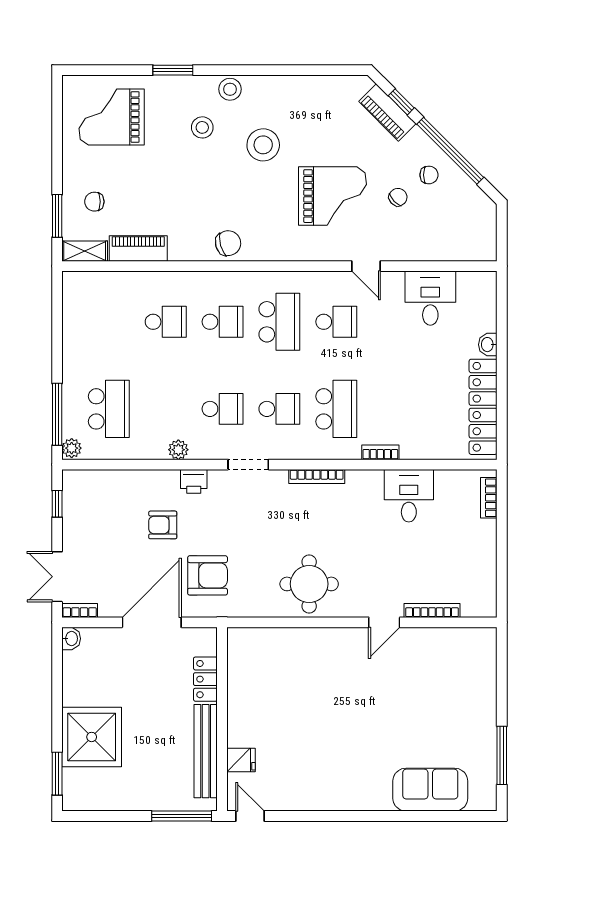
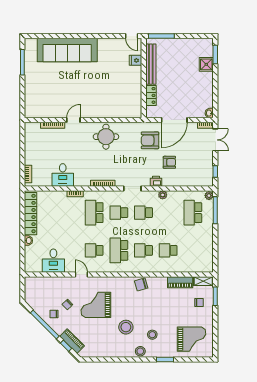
shower: (92, 737) -> (206, 64), width x0.54, depth x0.54
sofa: (430, 790) -> (67, 50), width x1.85, depth x1.27

